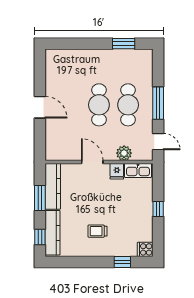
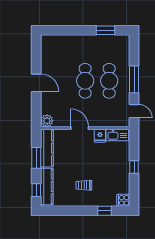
plant: (124, 153) -> (47, 121), moved

